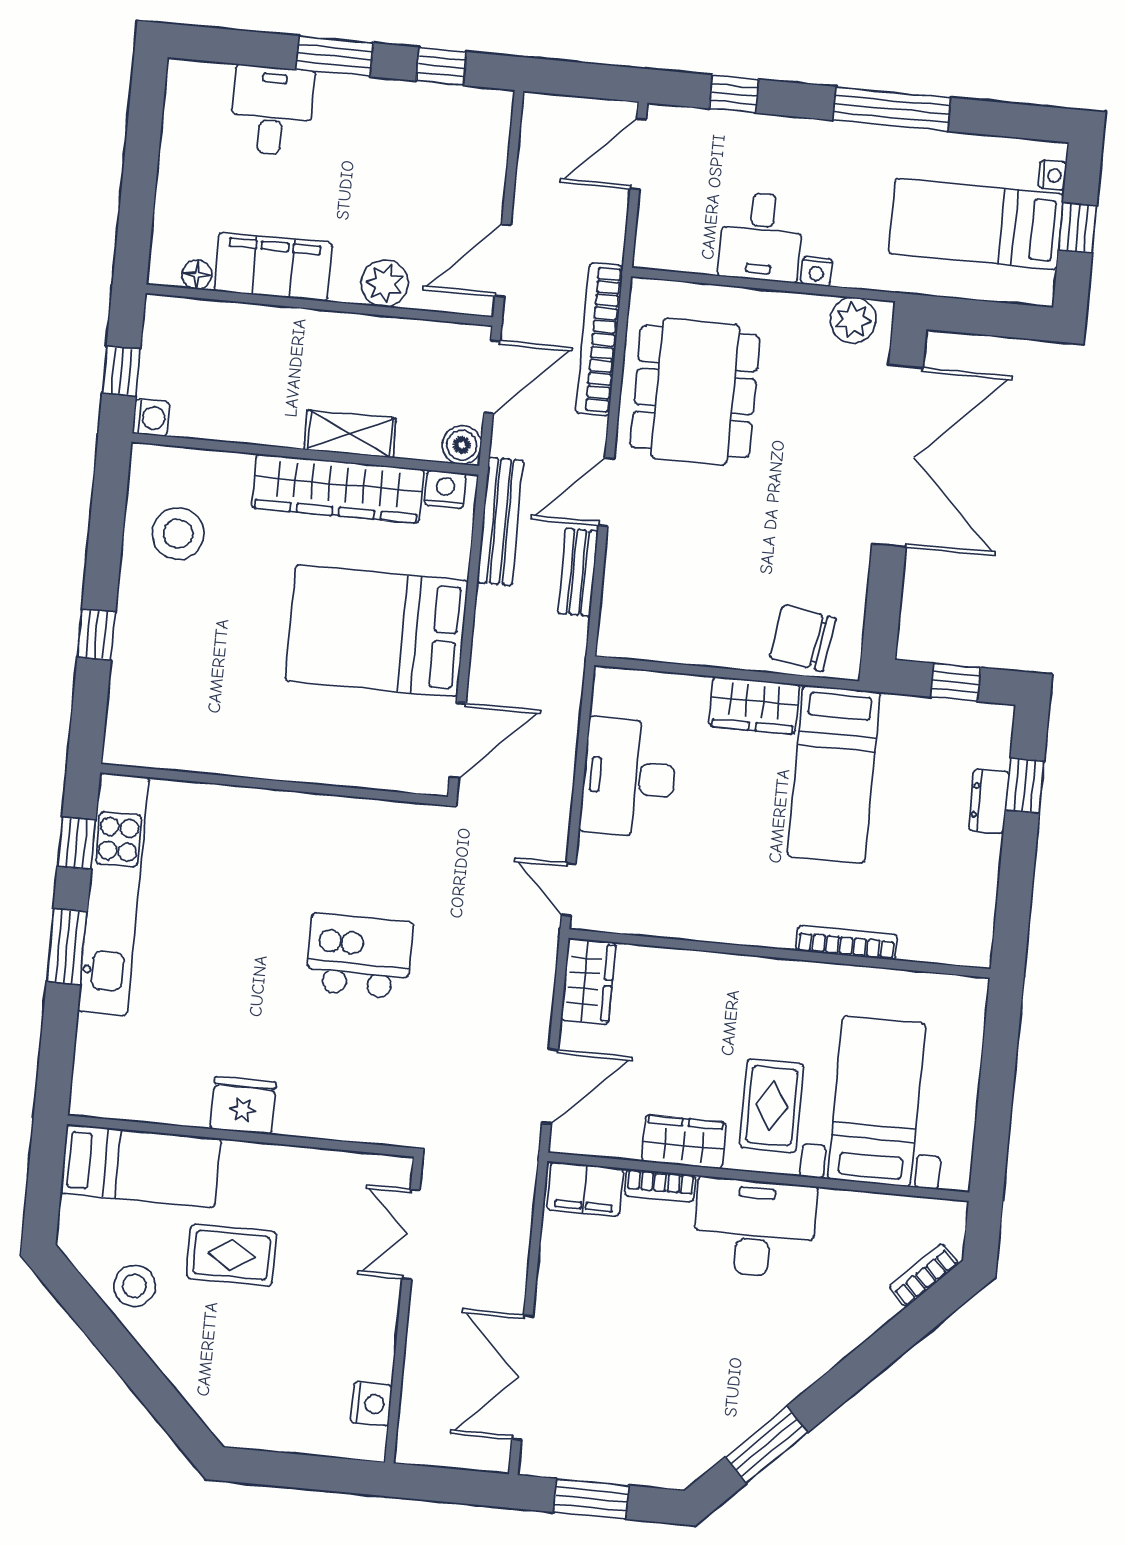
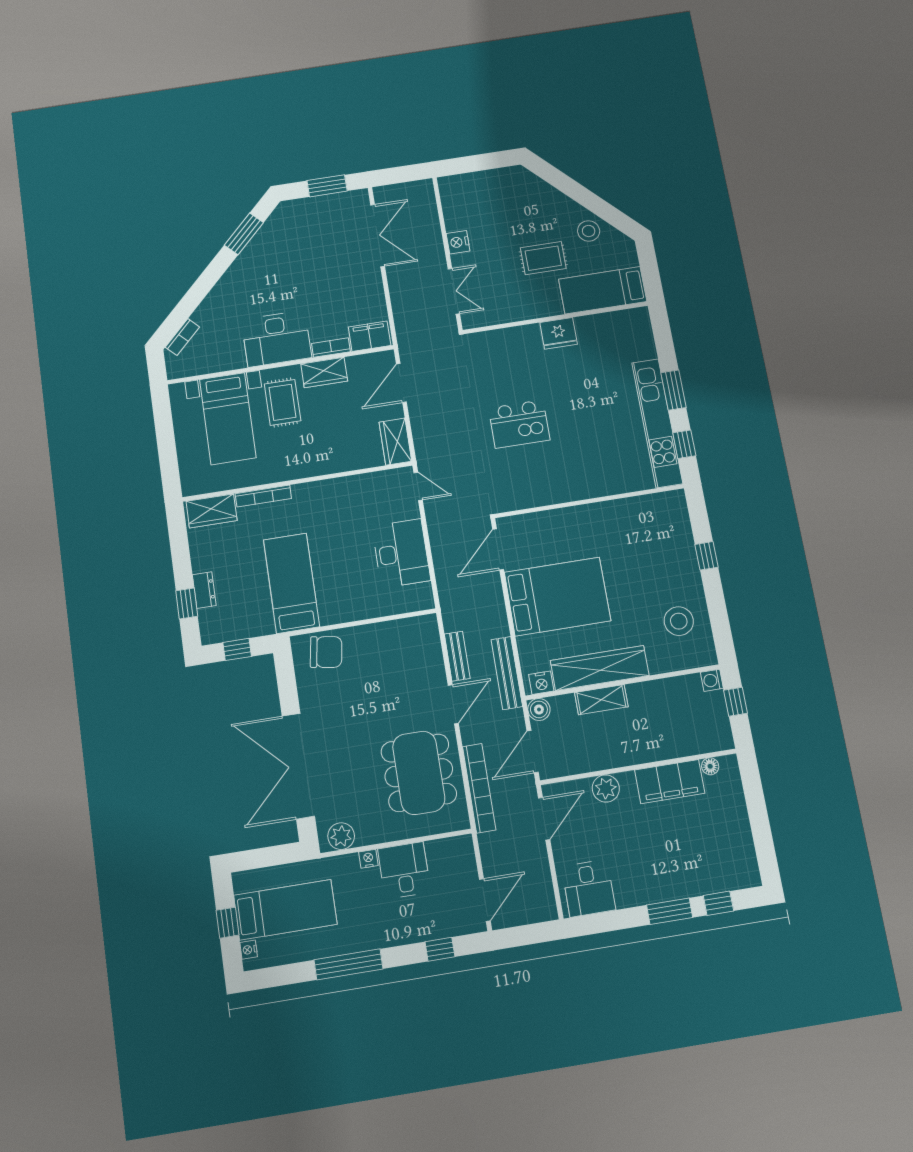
window: (441, 66) -> (718, 903), moved
desk: (272, 110) -> (589, 888), moved
wardrobe: (754, 705) -> (212, 511), moved, turned 180
nightstand: (371, 1404) -> (458, 242), moved

